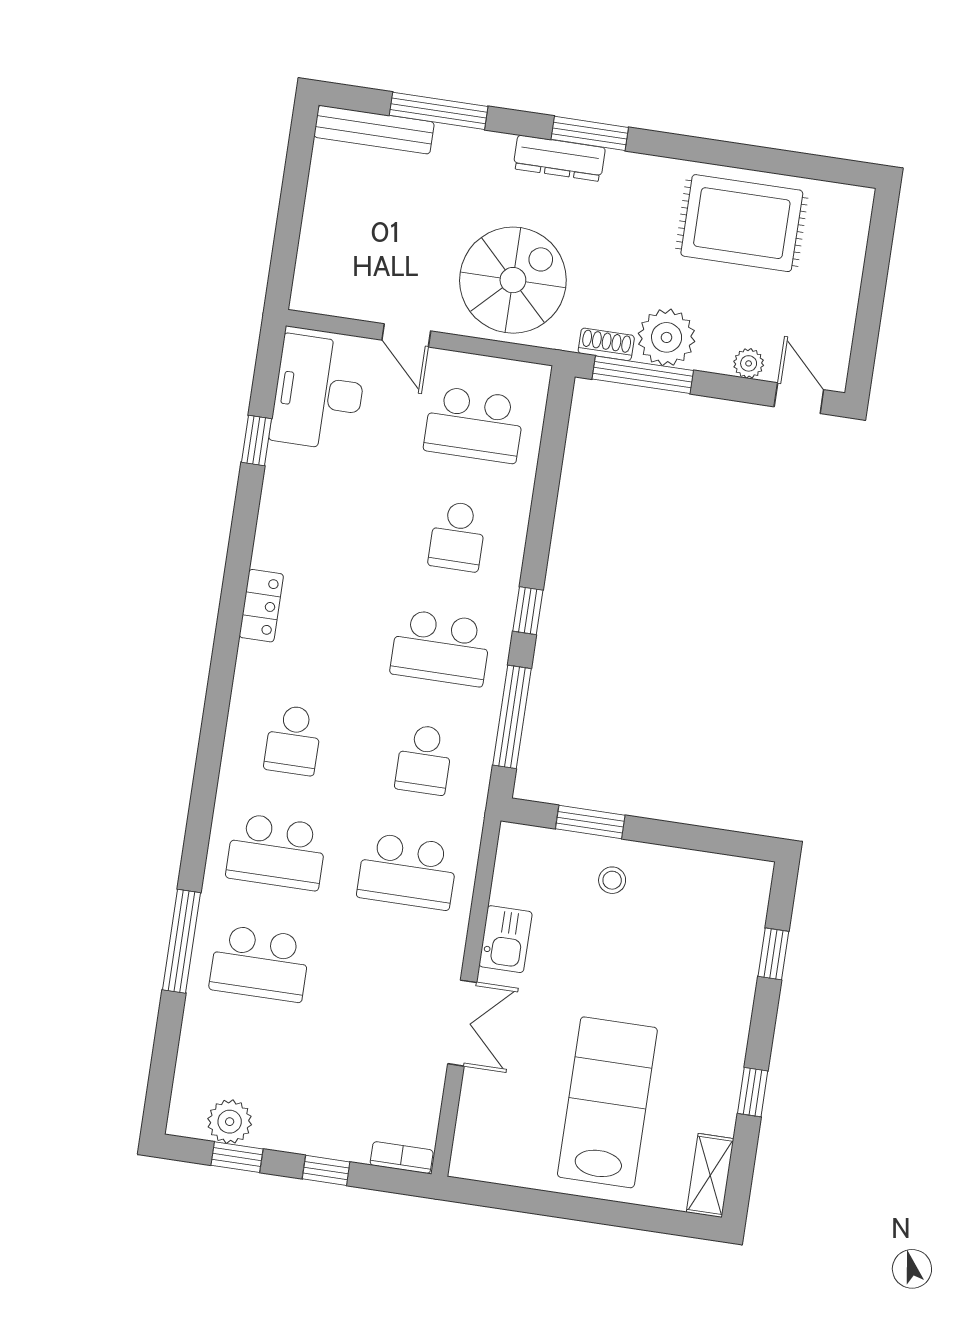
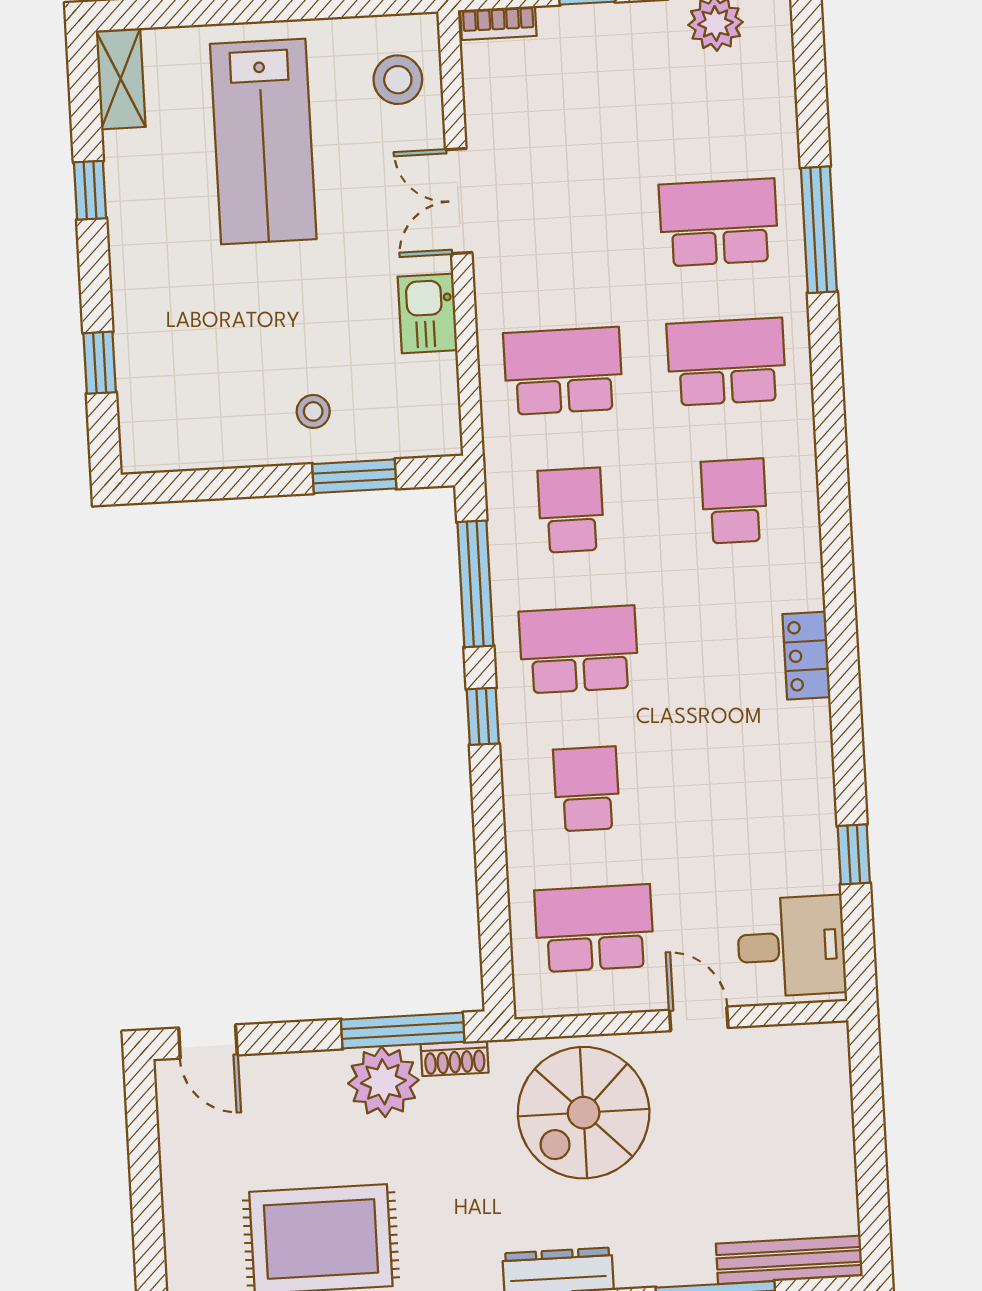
plant: (749, 363) -> (278, 1071), removed
desk: (319, 392) -> (791, 946), width x0.73
stool: (491, 1129) -> (398, 80), added

